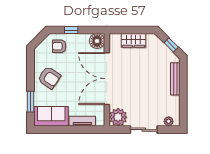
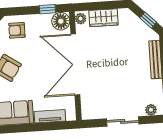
window: (71, 30) -> (47, 9), moved
plant: (118, 117) -> (81, 19), moved, width x0.53, depth x0.53

